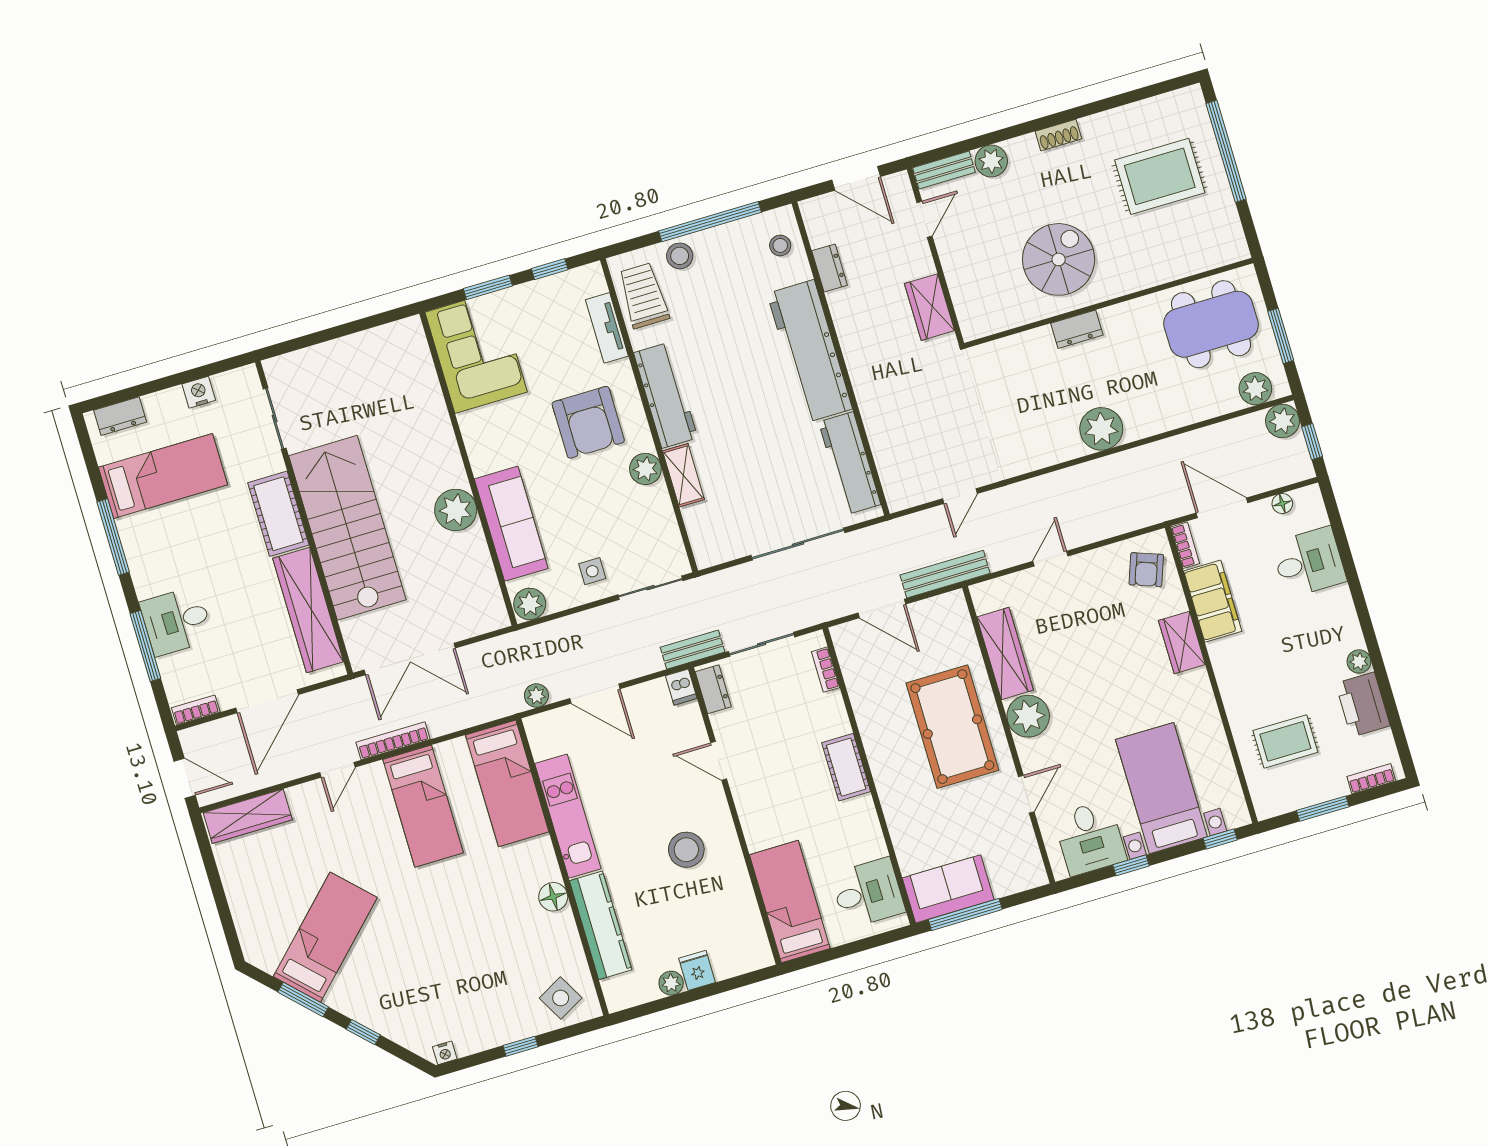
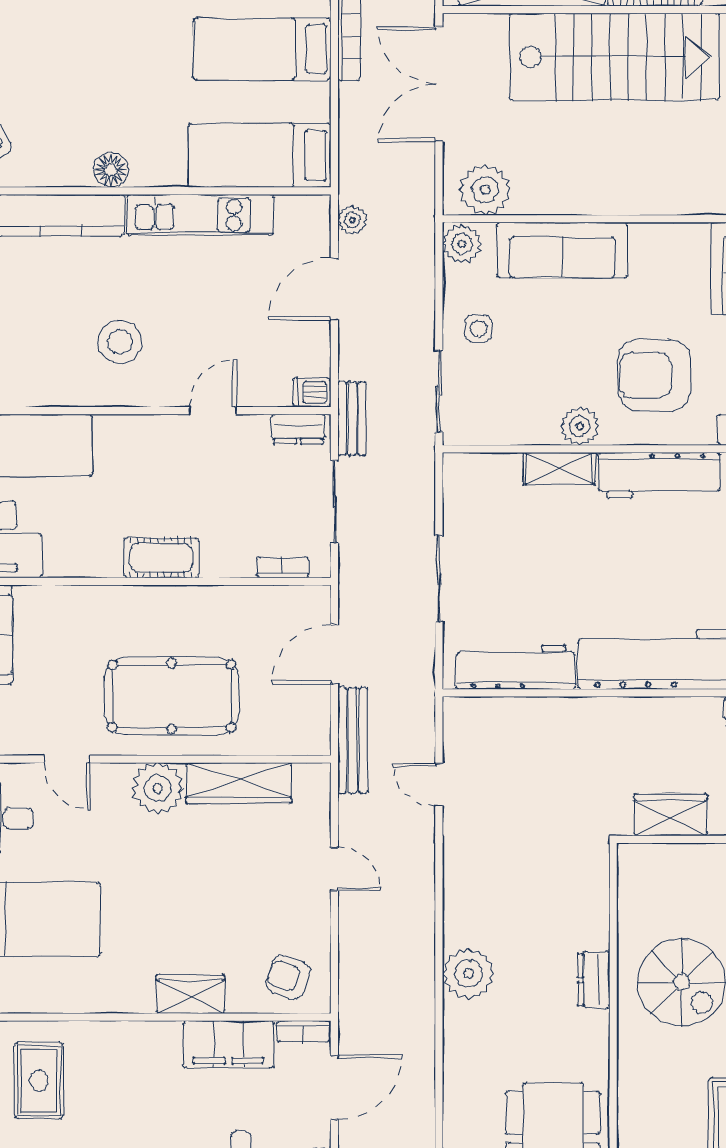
plant: (456, 510) -> (485, 190), moved
sliding door: (798, 544) -> (439, 579), width x0.73

